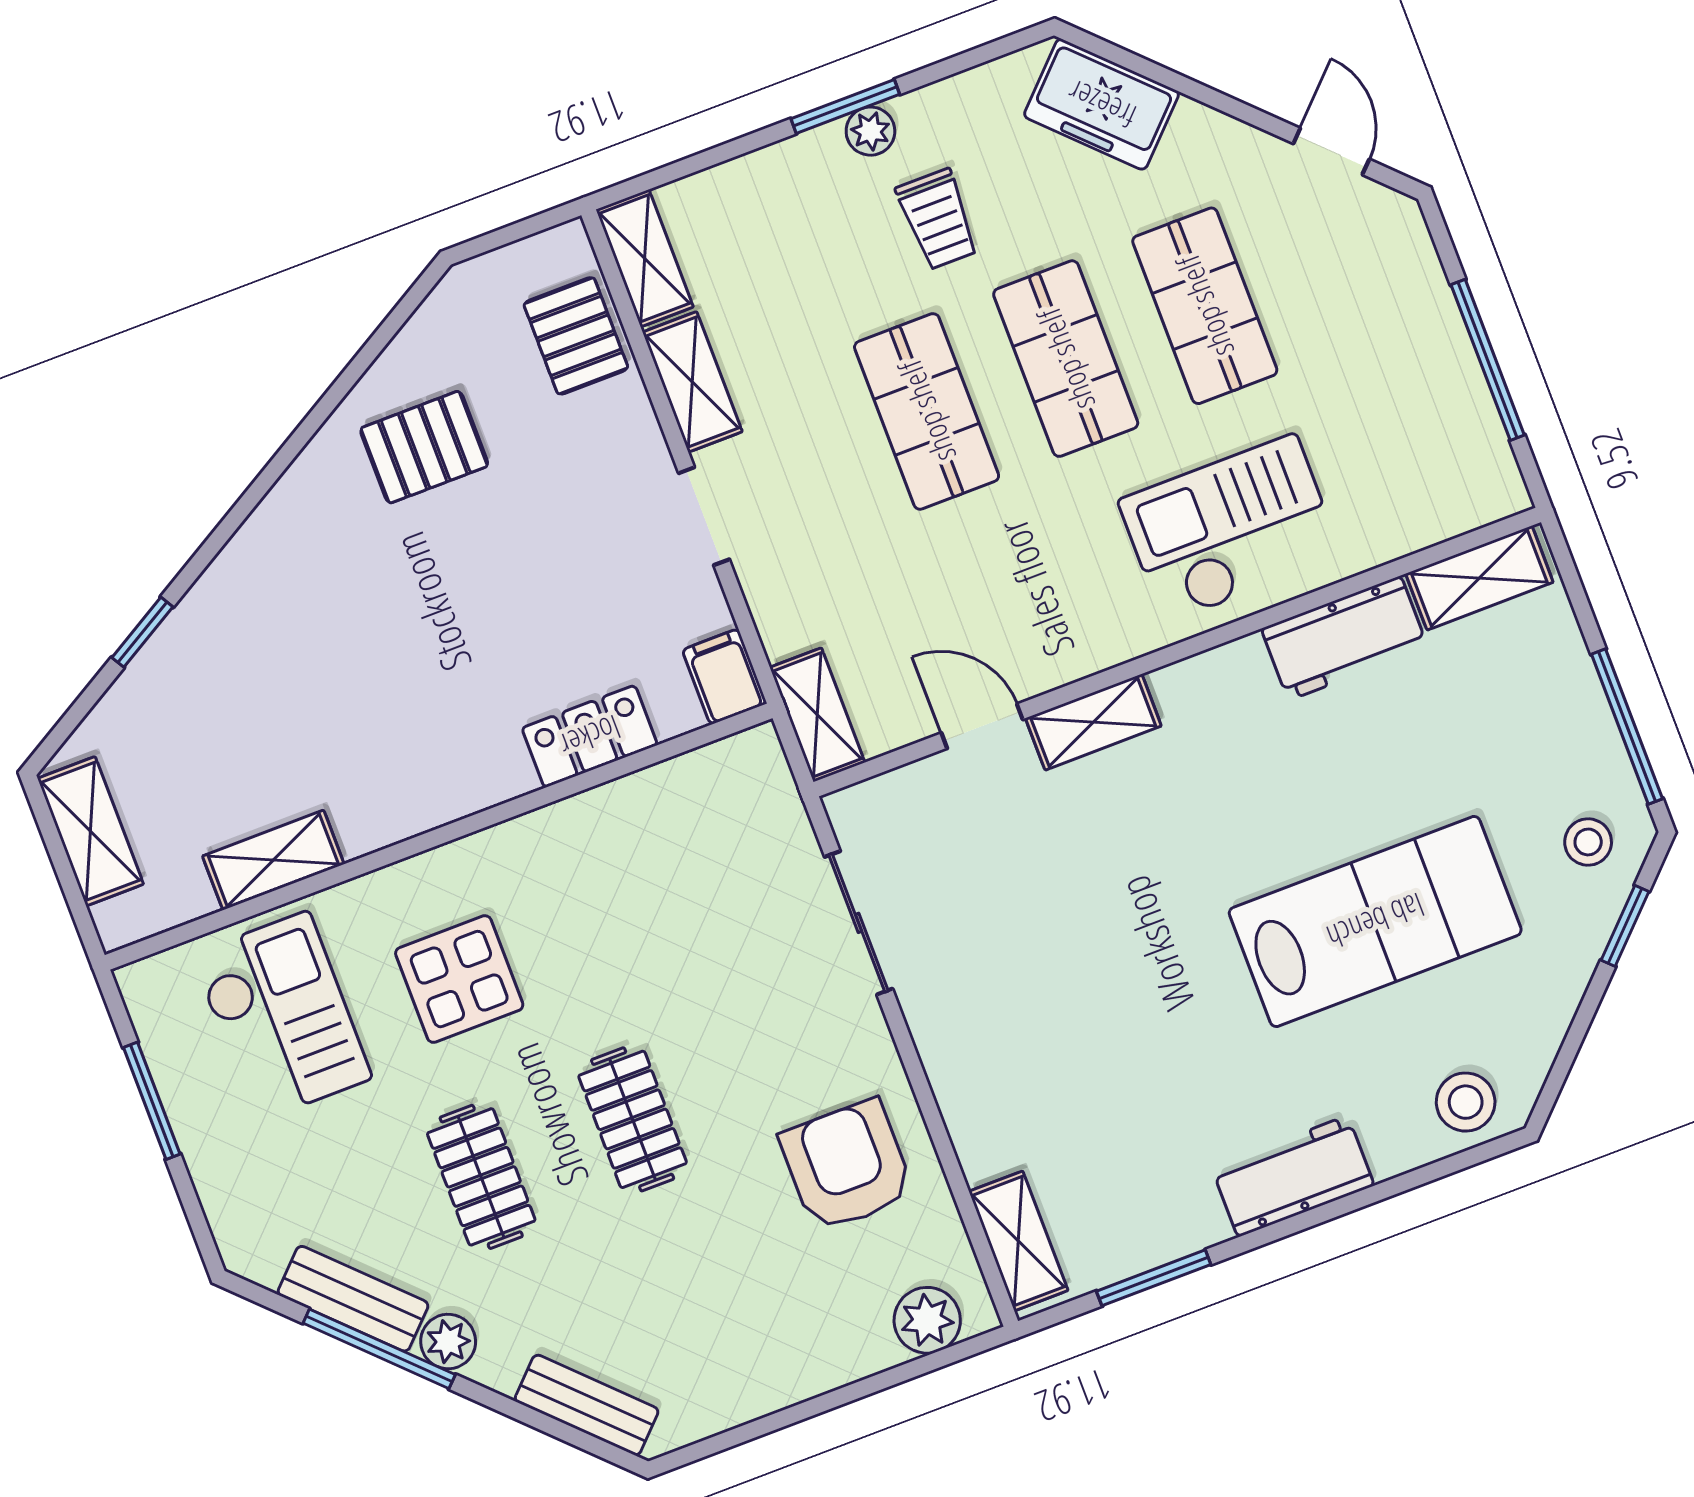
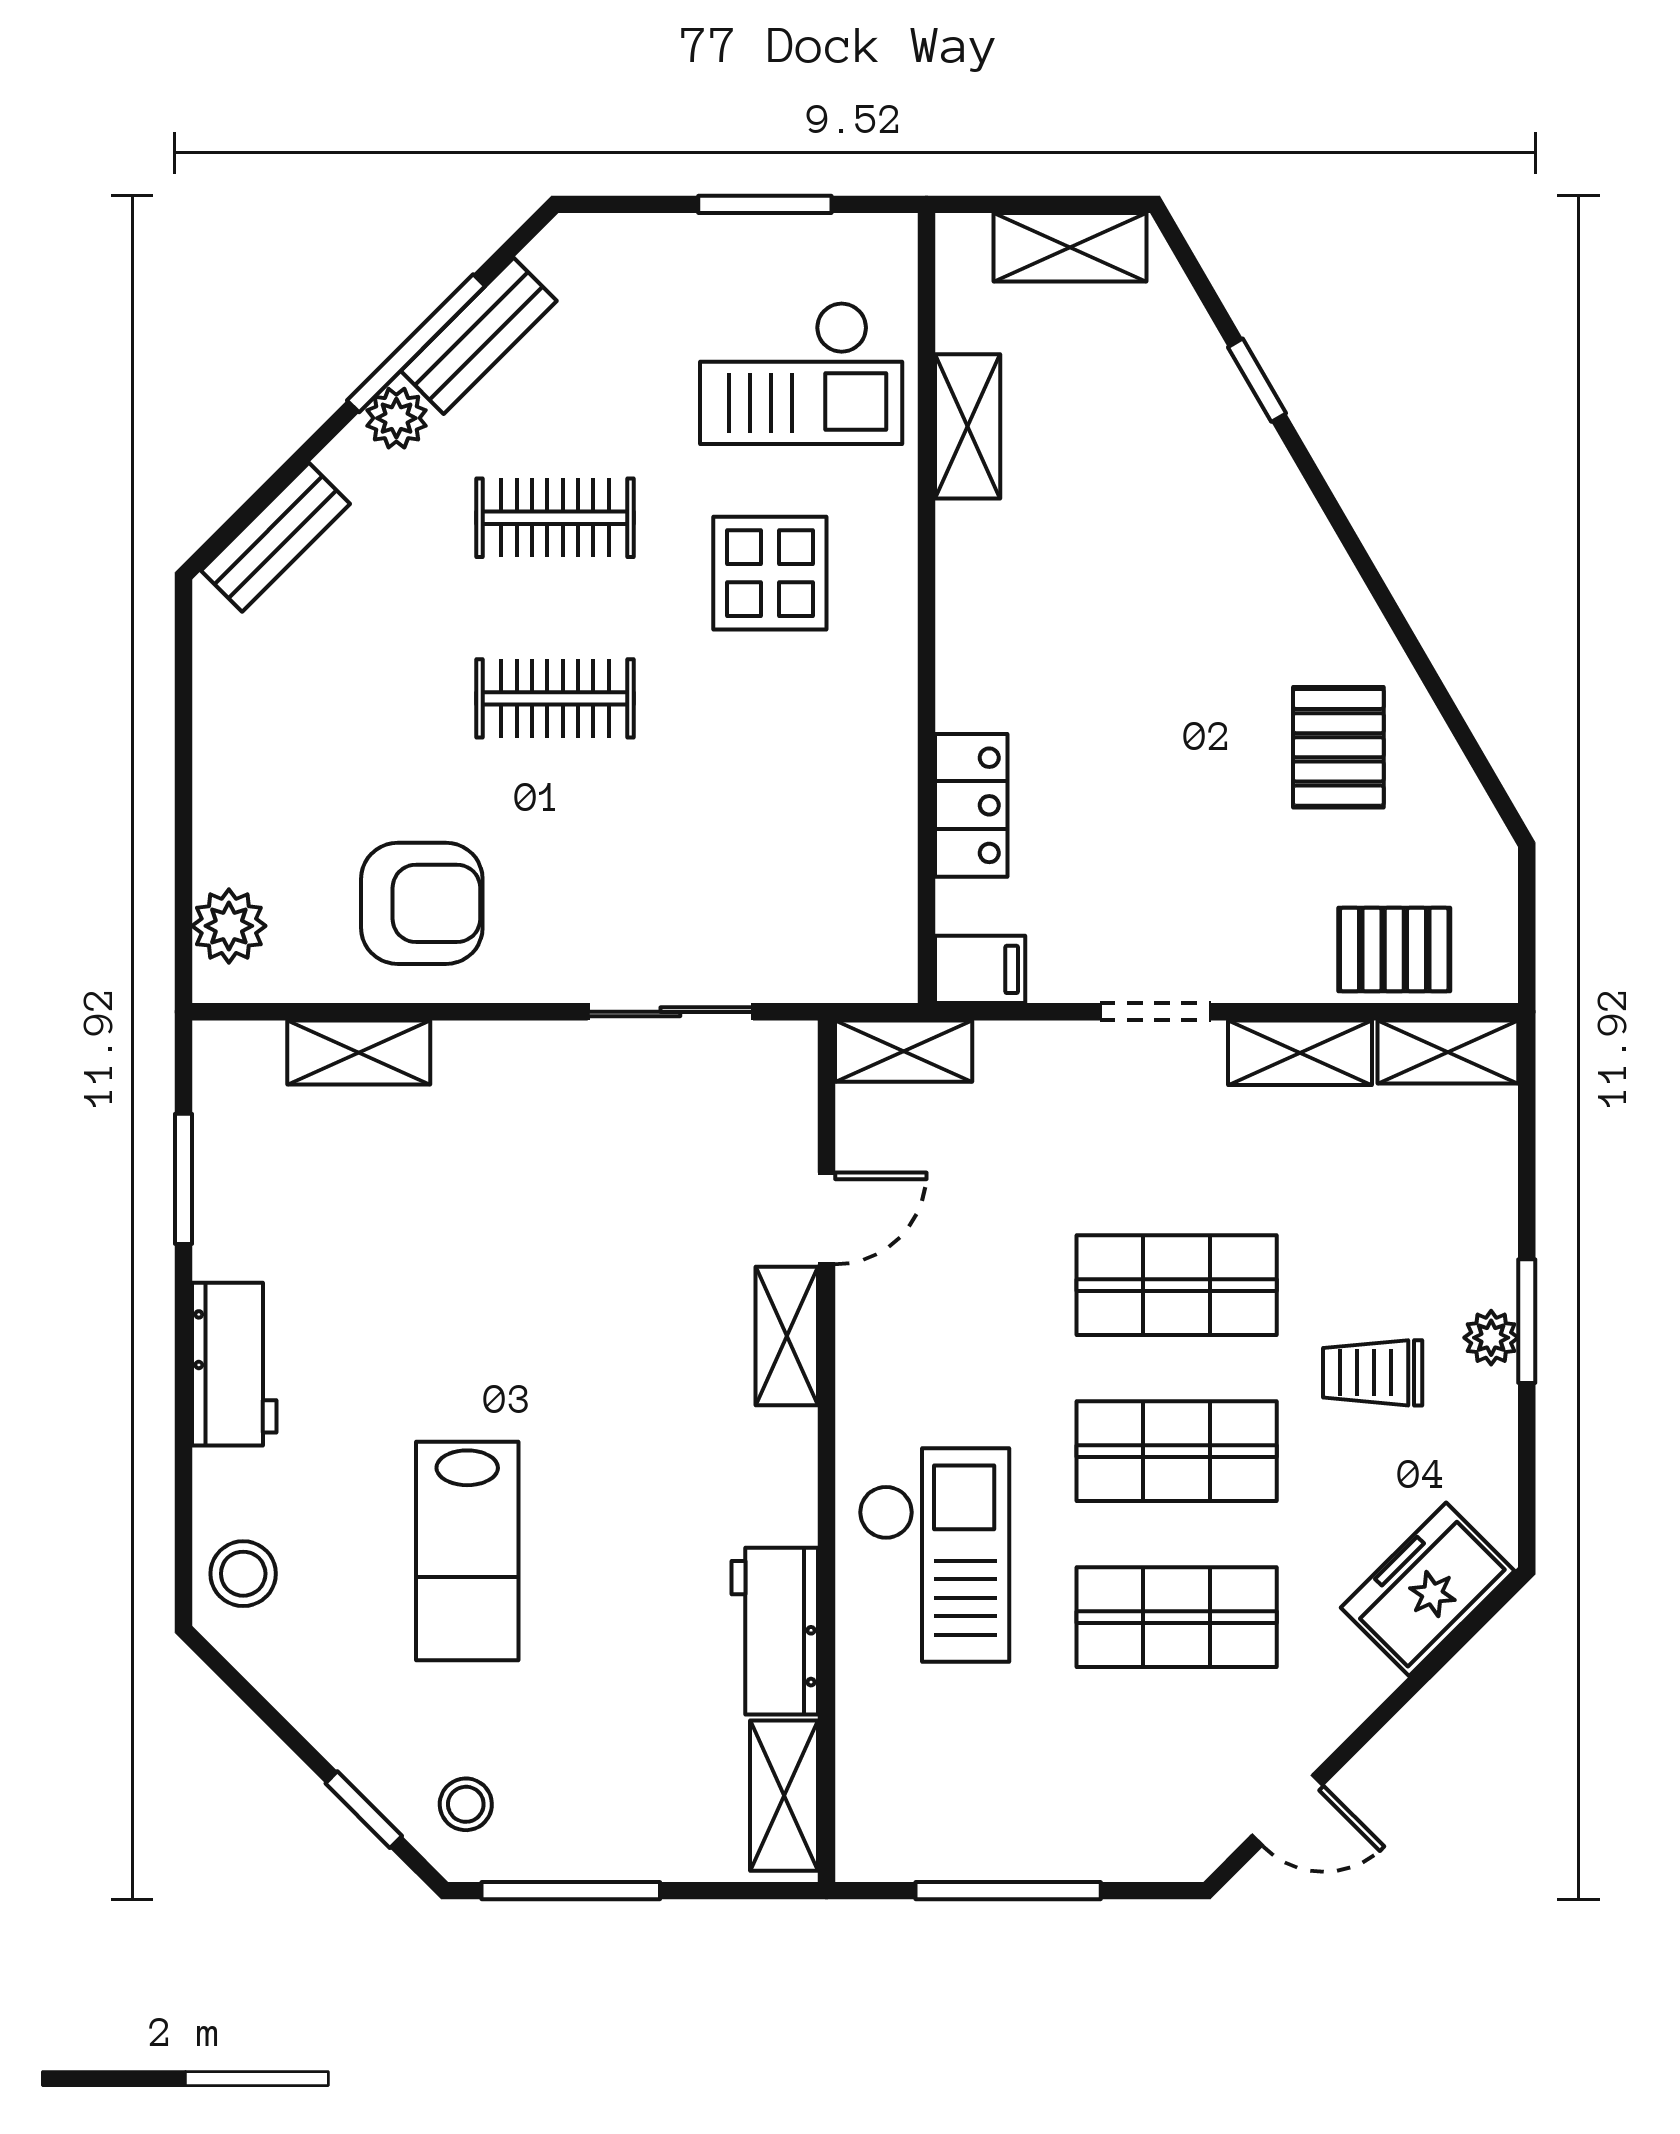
lab bench: (1375, 921) -> (467, 1551), width x0.73, depth x0.72
shelving: (1018, 1241) -> (359, 1052), moved

